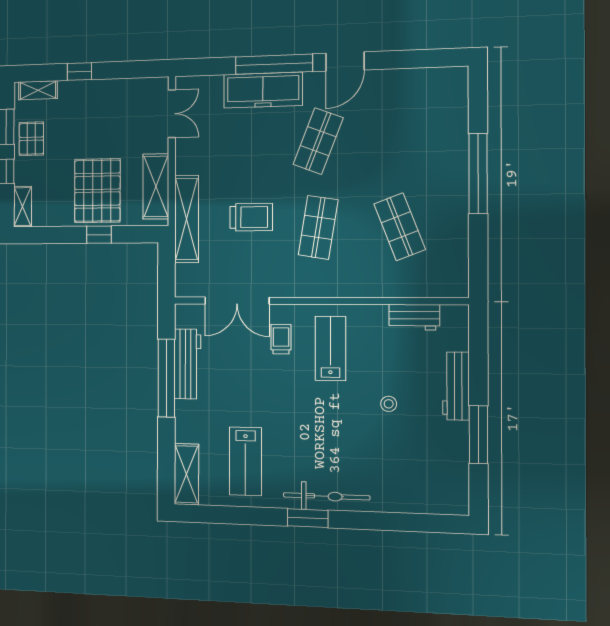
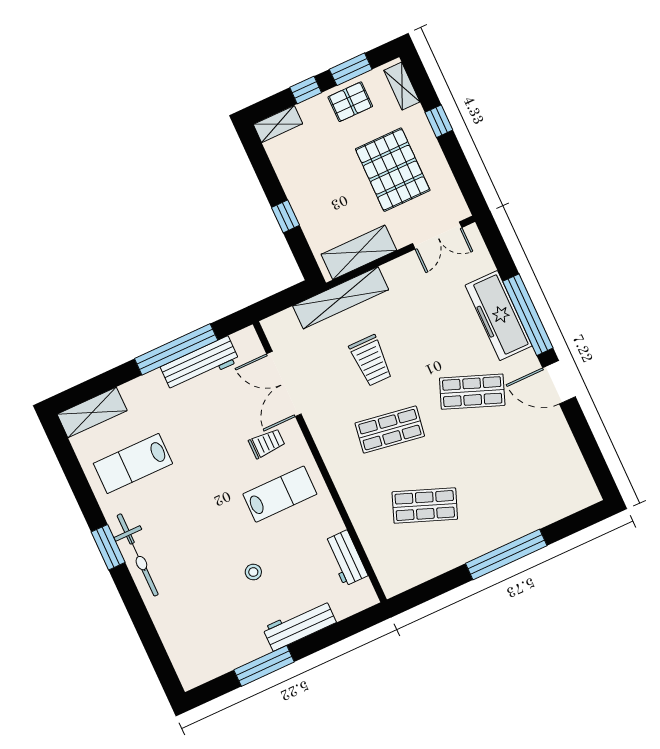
pallet: (97, 191) -> (393, 170), moved, turned 90
shop shelf: (400, 227) -> (425, 506), turned 42

